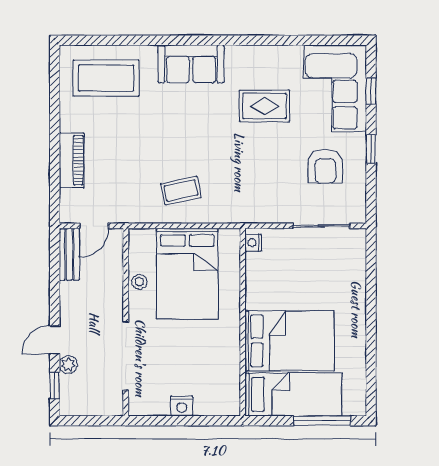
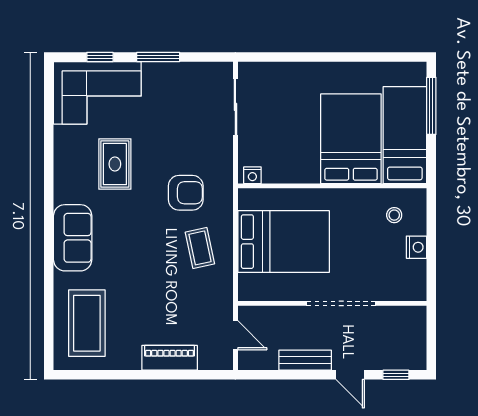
window: (371, 149) -> (158, 57), width x1.50
armchair: (325, 166) -> (186, 193), moved
bench: (69, 254) -> (305, 360), moved
stool: (139, 282) -> (394, 215), moved
doorway: (126, 356) -> (341, 303), moved
plant: (68, 365) -> (375, 361), removed

